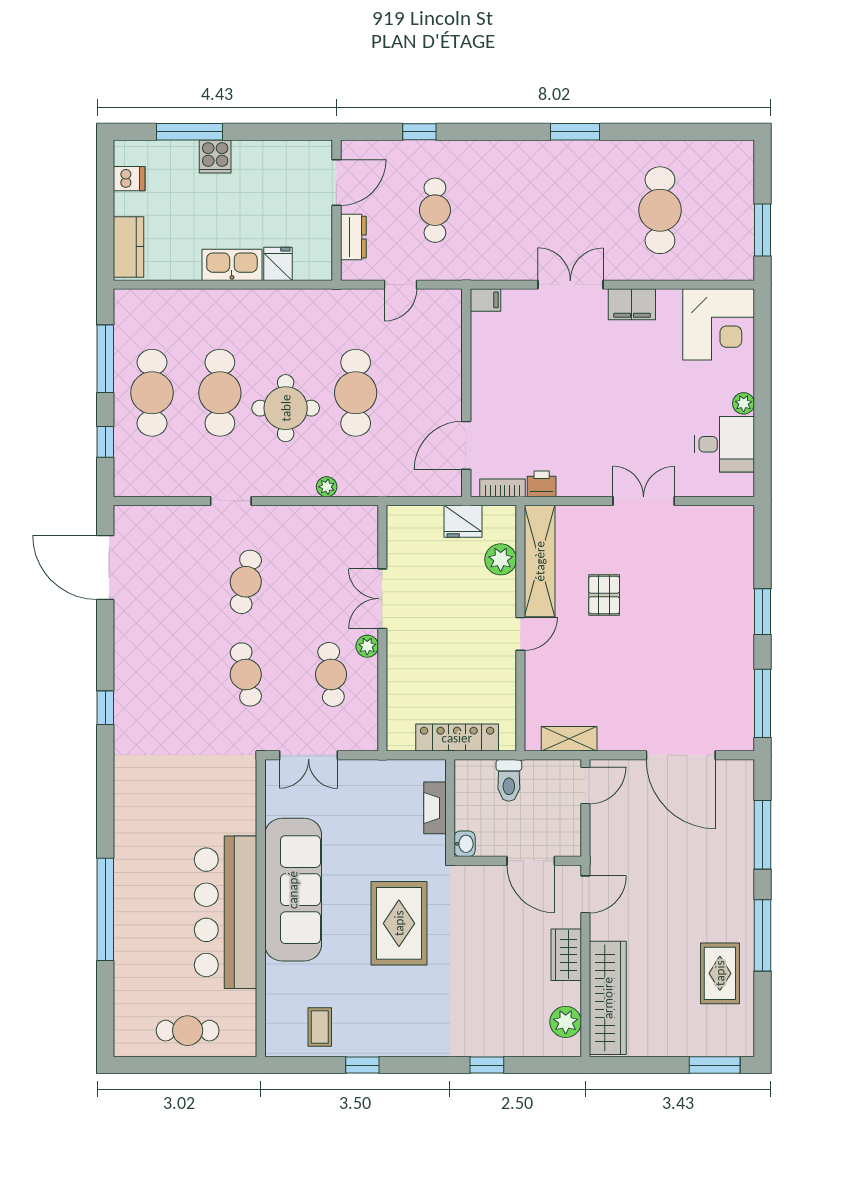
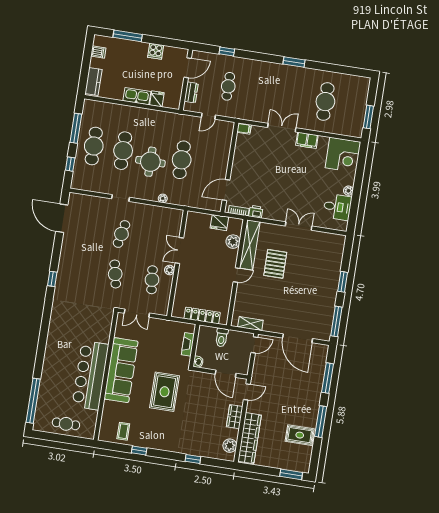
cooker: (215, 156) -> (156, 51), moved
pallet: (604, 595) -> (275, 264), width x1.50, depth x1.42
window: (105, 909) -> (33, 401), moved
rug: (720, 973) -> (300, 435), turned 90

